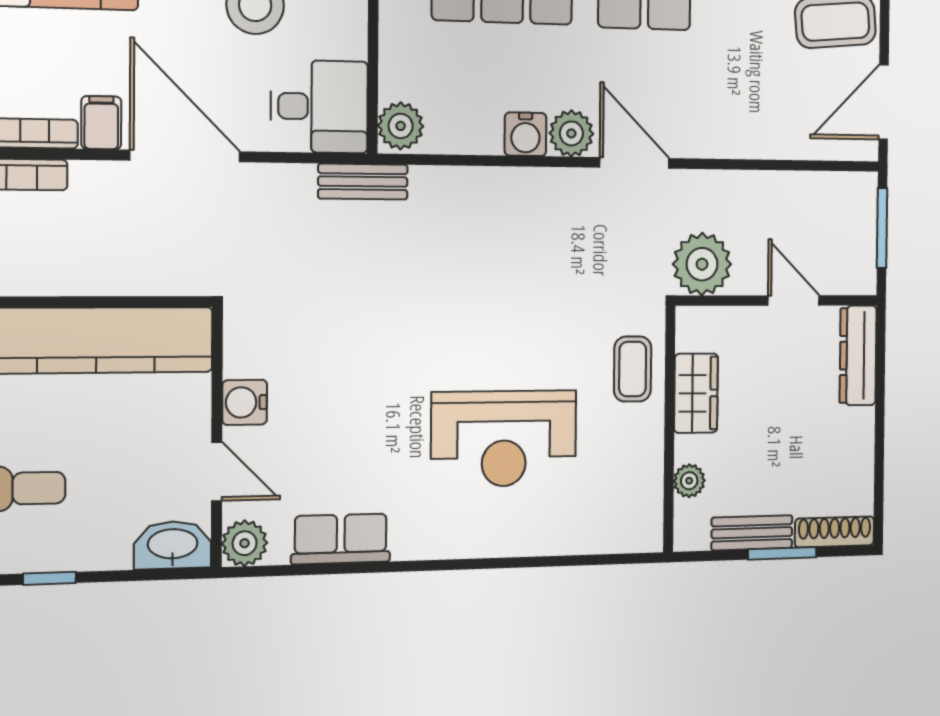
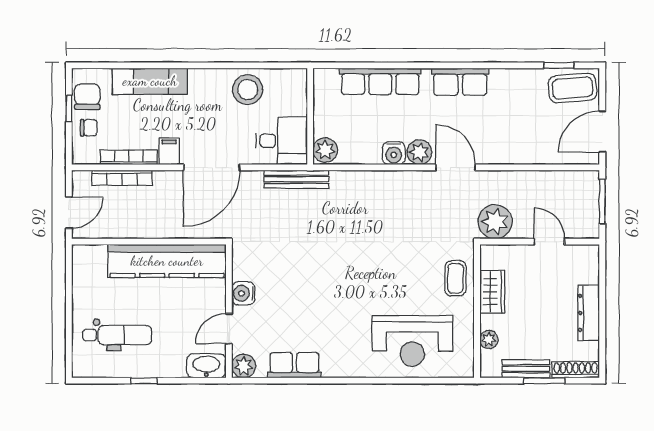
door: (185, 156) -> (212, 167), swing flipped
bench: (363, 182) -> (296, 179), width x1.36
dresser: (858, 355) -> (589, 313), moved
reception desk: (504, 439) -> (412, 341), moved
door: (217, 472) -> (229, 329), swing flipped

